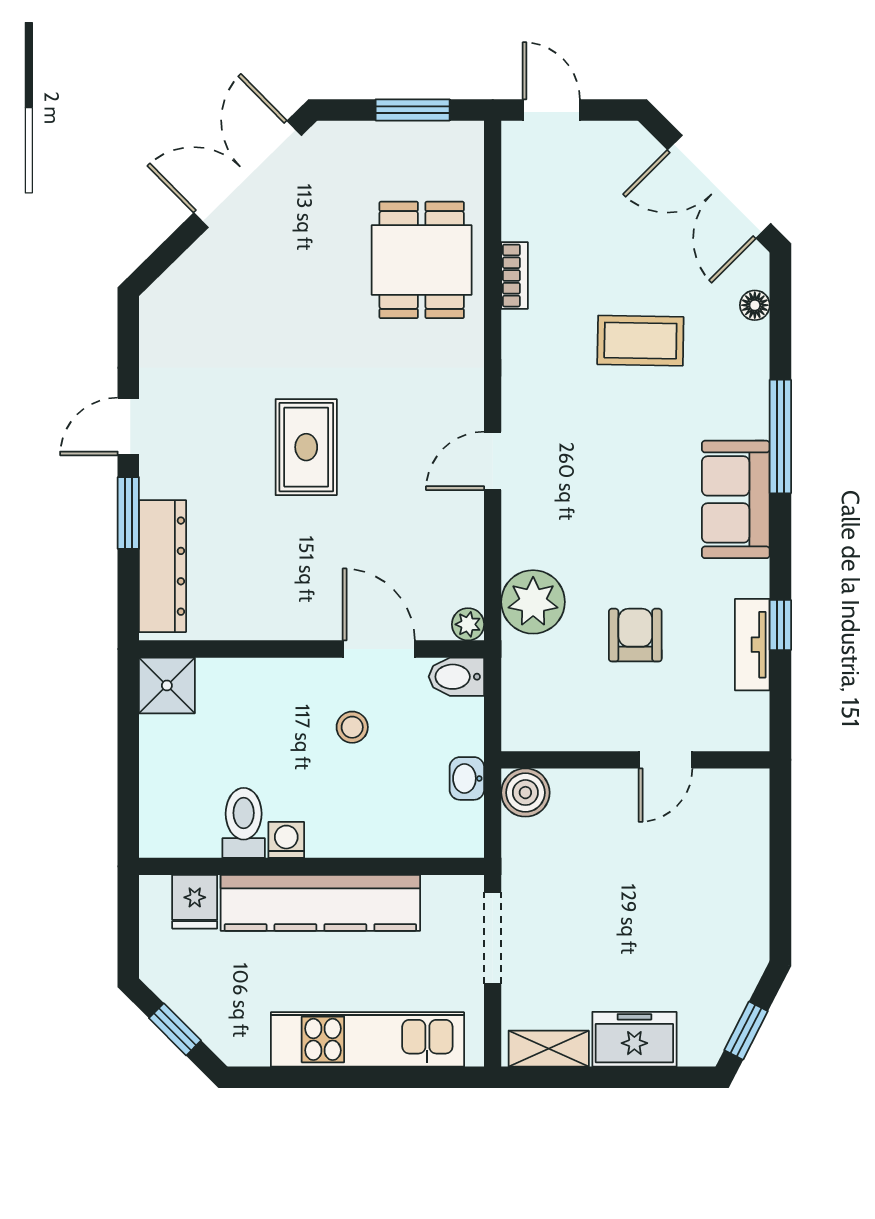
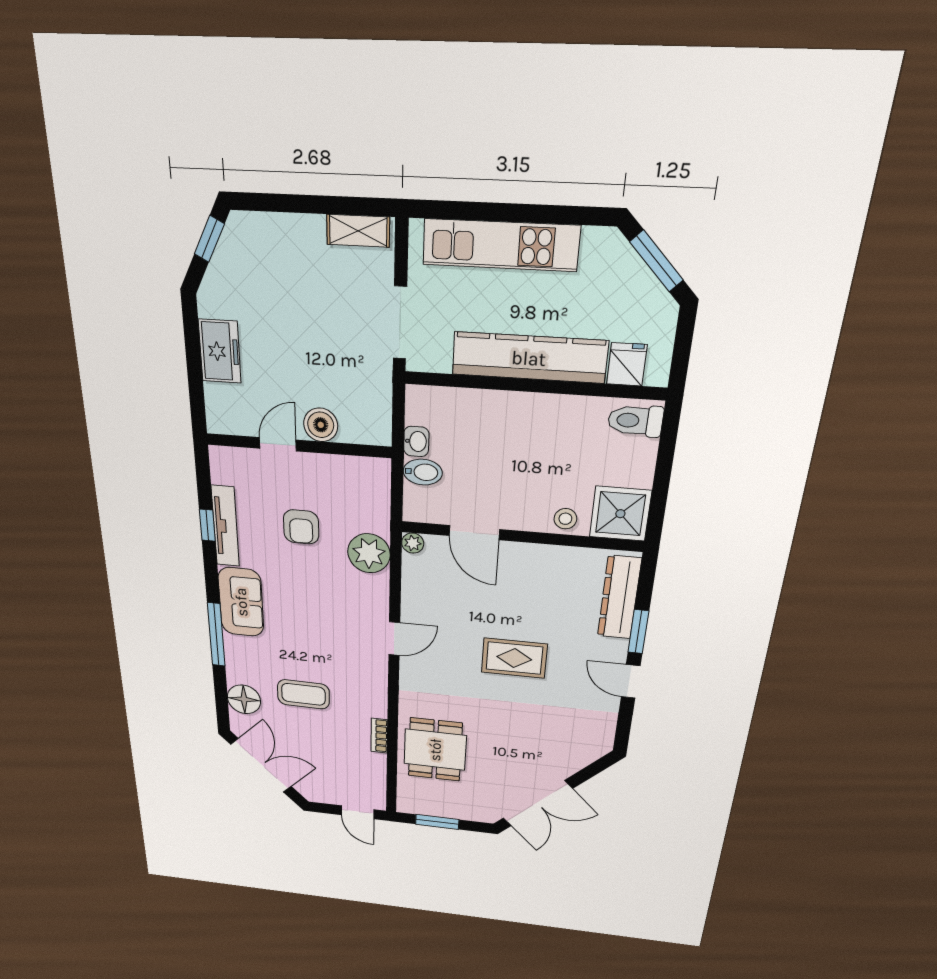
floor lamp: (755, 305) -> (244, 699), width x1.89, depth x1.89
door: (128, 427) -> (631, 681), swing flipped
rug: (306, 447) -> (514, 658), turned 90
tv unit: (752, 645) -> (225, 526), width x1.41
bidet: (456, 677) -> (423, 472), moved
shower: (167, 685) -> (620, 514), width x1.36, depth x1.36
stool: (352, 727) -> (565, 519), moved
boiler: (525, 793) -> (321, 425), moved
toilet: (244, 823) -> (635, 421), moved, turned 90
washing machine: (286, 840) -> (551, 407), removed
window: (175, 1029) -> (657, 261), width x1.50
freezer: (634, 1039) -> (220, 351), moved, turned -90

